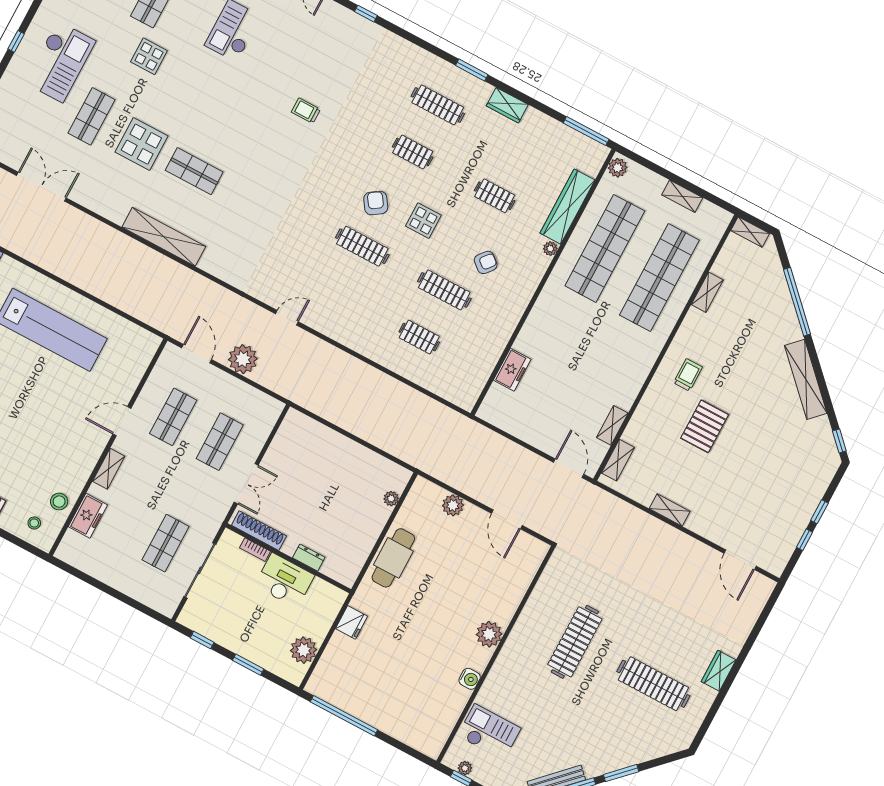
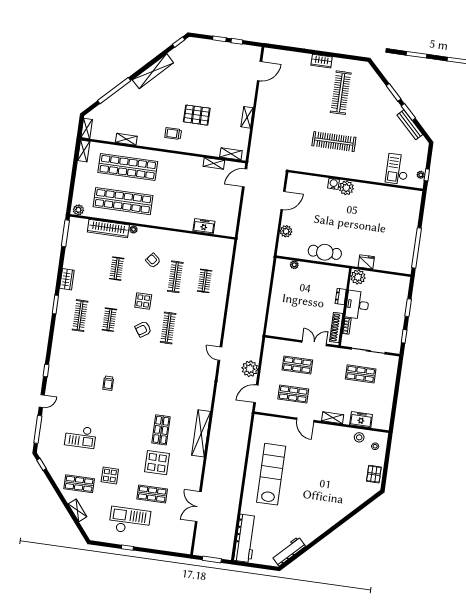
shelving: (682, 196) -> (84, 151), moved
plant: (304, 650) -> (358, 277), moved
water cooler: (470, 679) -> (334, 184), moved

